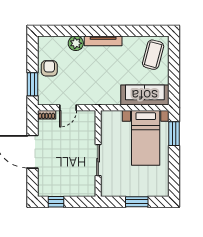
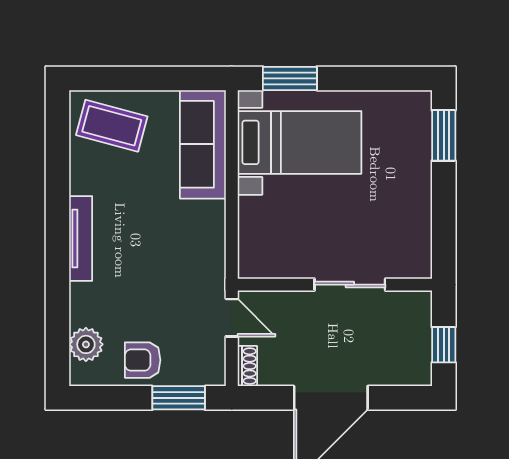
plant: (76, 43) -> (86, 344), moved
wall: (98, 153) -> (335, 285), moved
sliding door: (98, 160) -> (350, 285), moved
window: (137, 202) -> (444, 135), moved

